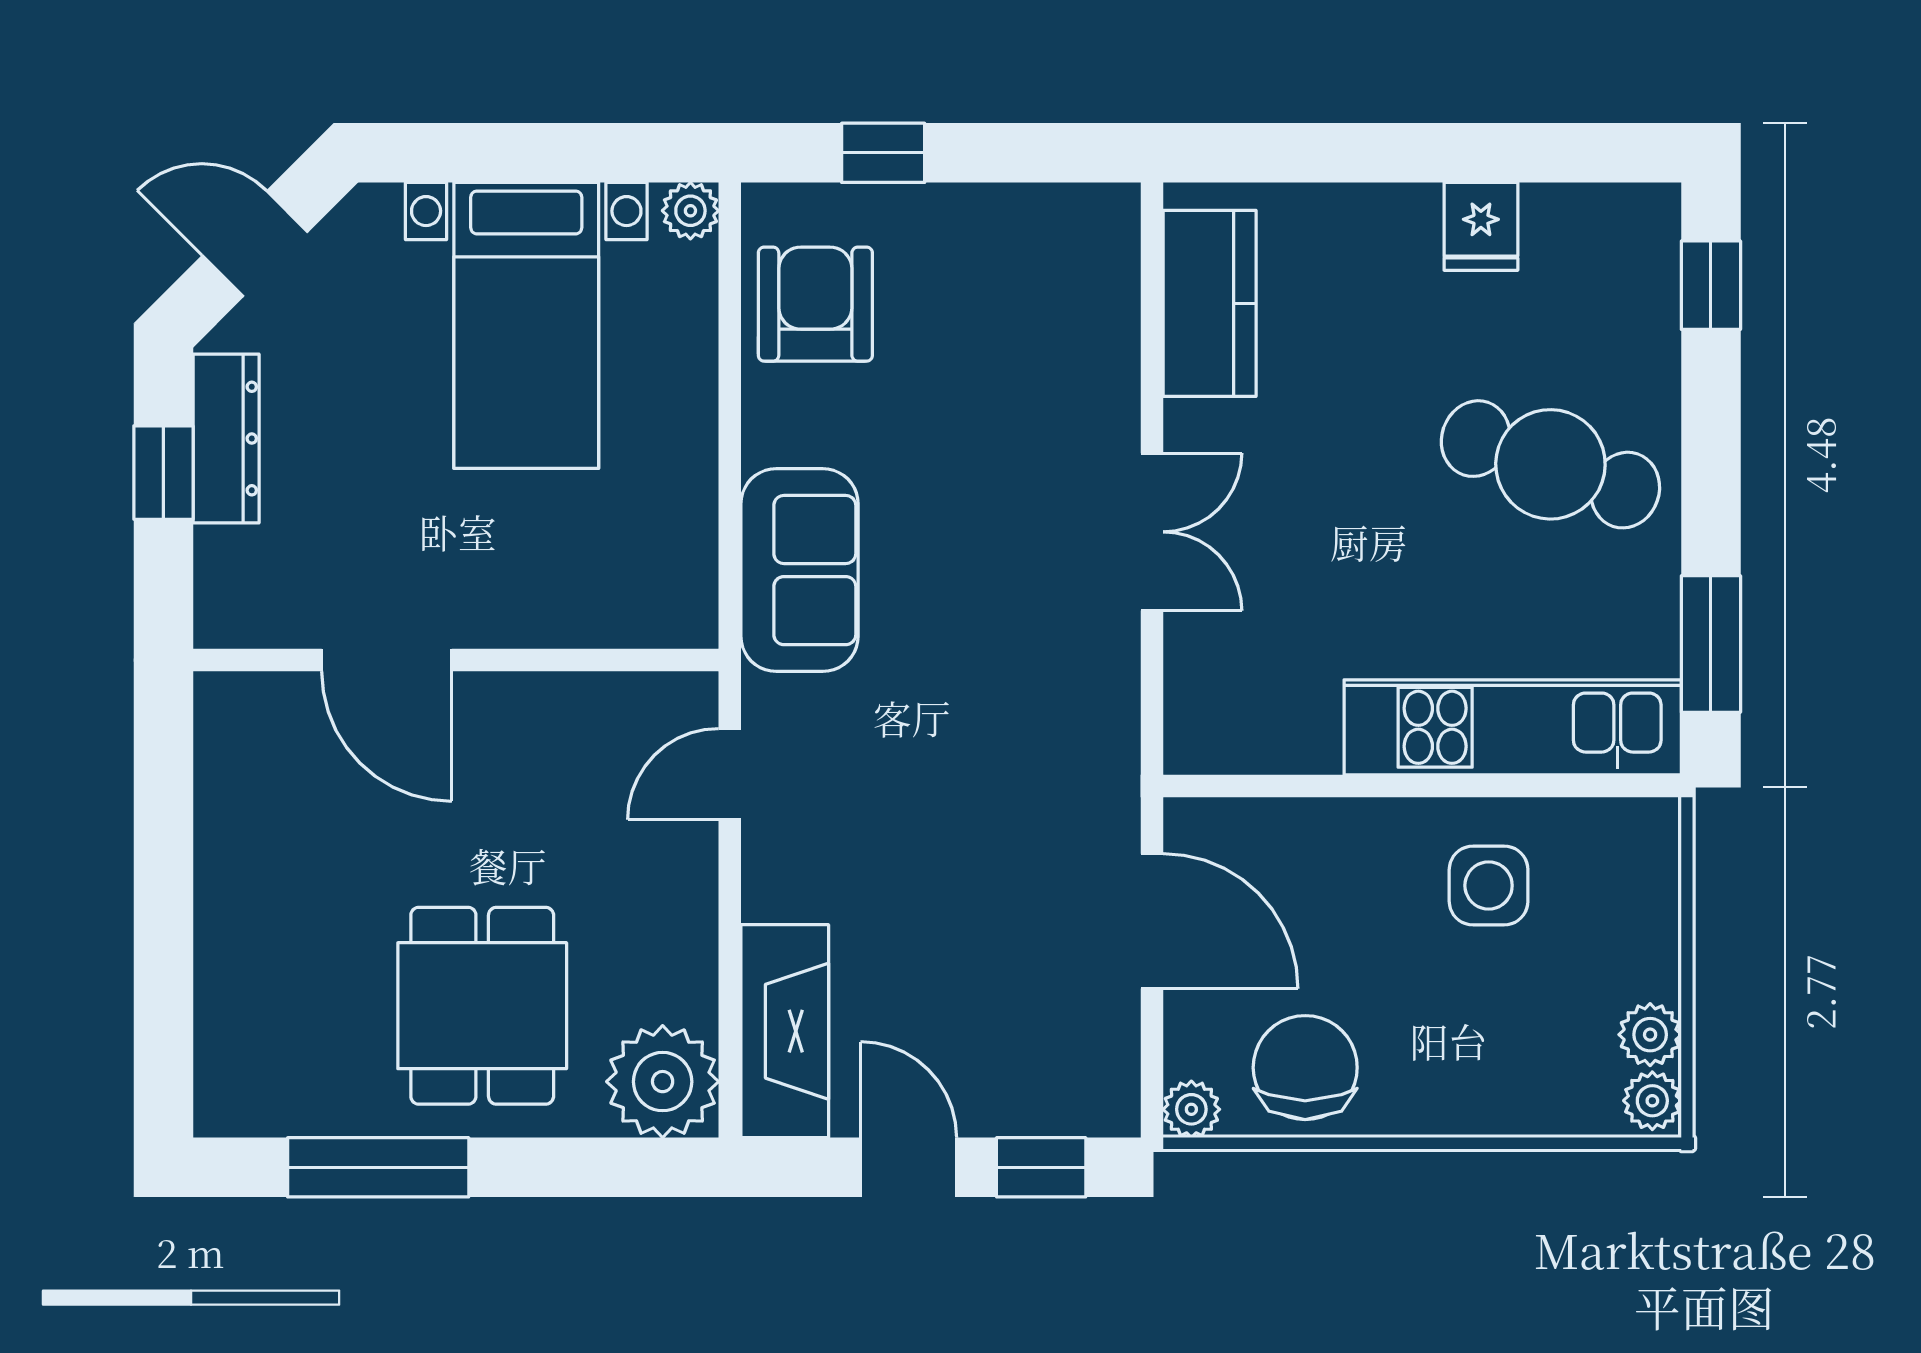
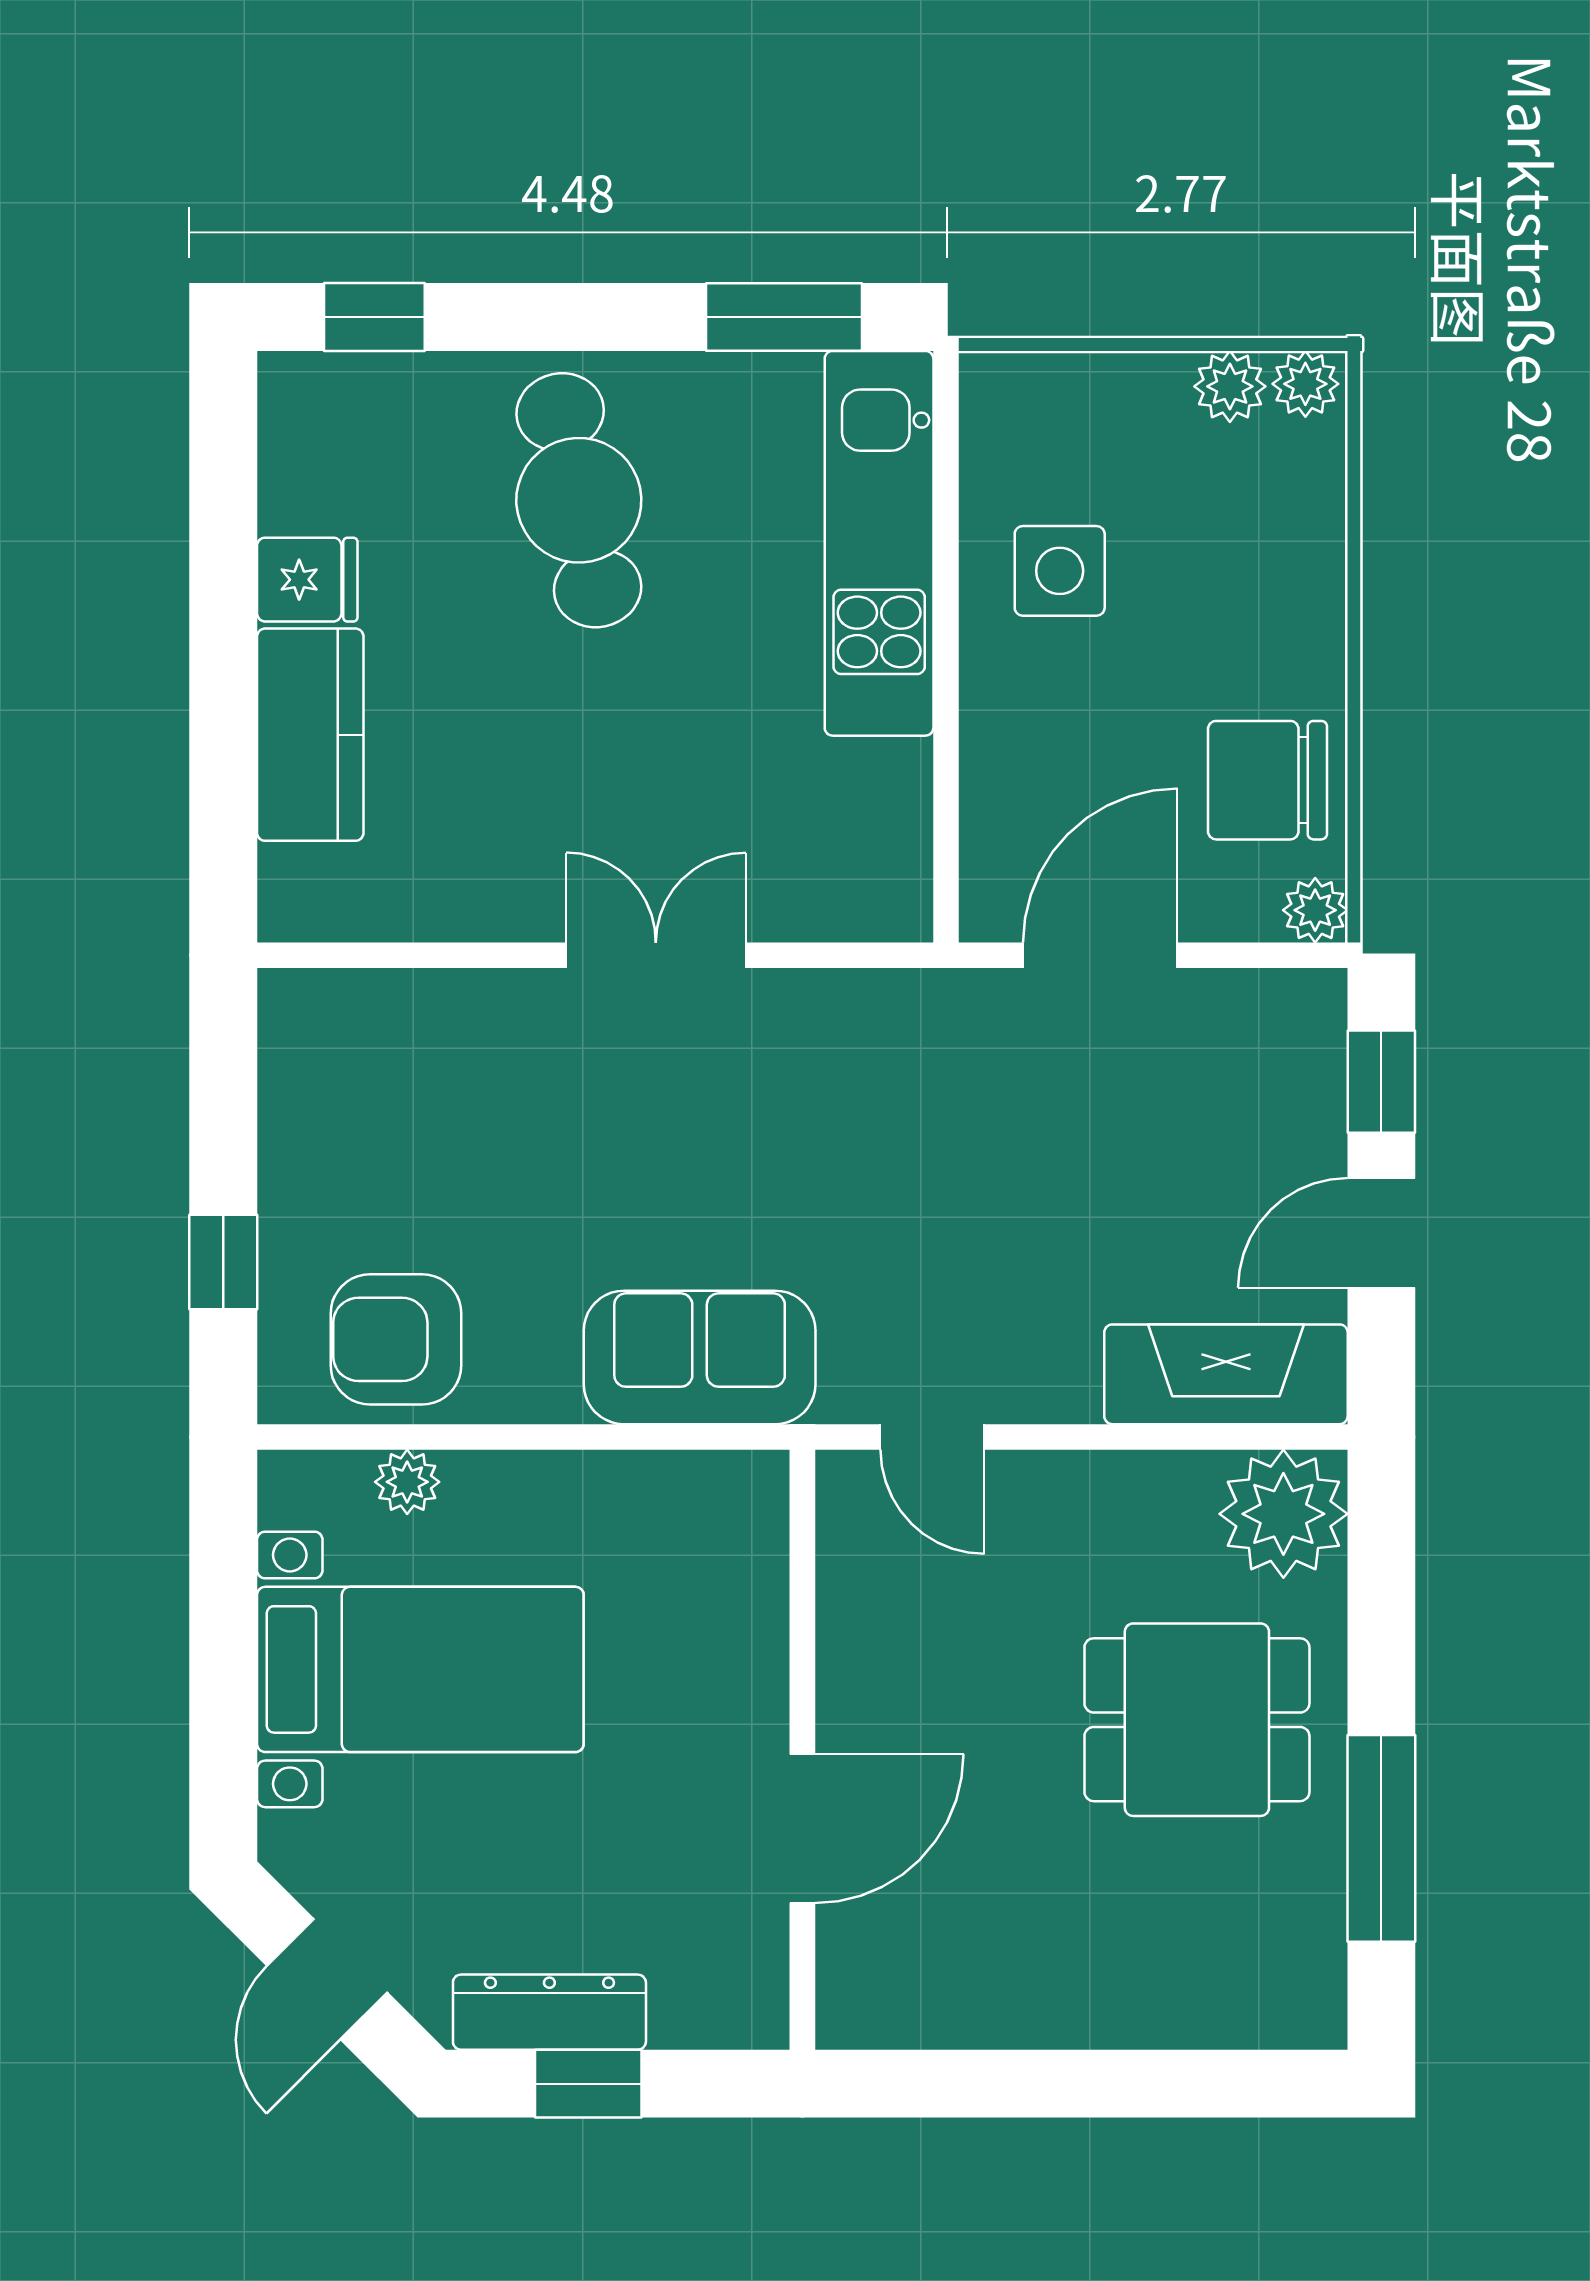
plant: (690, 211) -> (407, 1482), moved
kitchen counter: (1210, 303) -> (310, 735), moved, turned 90
cafe table: (1550, 464) -> (579, 500), turned -31

